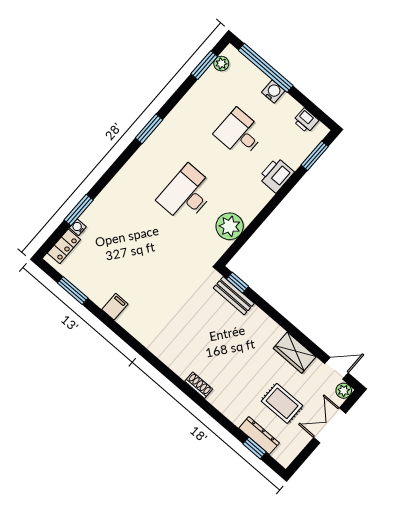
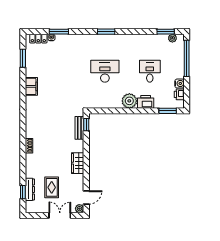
water cooler: (273, 92) -> (180, 83), moved
window: (149, 129) -> (106, 32), moved
plant: (230, 226) -> (129, 101), moved
filing cabinet: (115, 307) -> (31, 86), width x2.00
wardrobe: (295, 353) -> (78, 163), moved
door: (336, 368) -> (86, 197), hinge flipped

